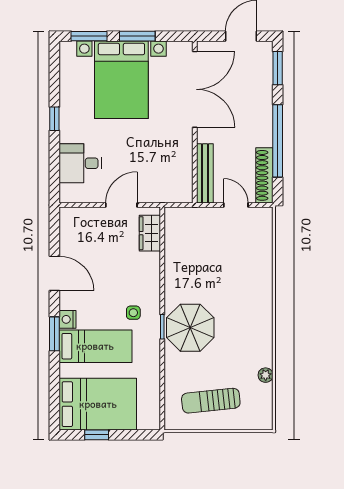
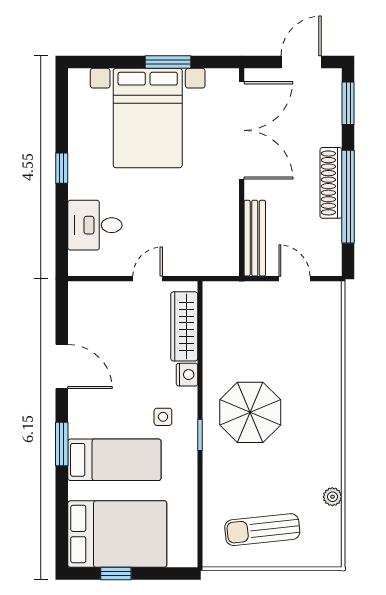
window: (89, 36) -> (106, 62), removed
shoe rack: (264, 175) -> (331, 183), moved
door: (121, 205) -> (148, 279), width x0.73
wardrobe: (150, 233) -> (184, 326), width x1.50
nightstand: (68, 319) -> (187, 375), moved, turned 180
parasol: (190, 328) -> (250, 412), moved

